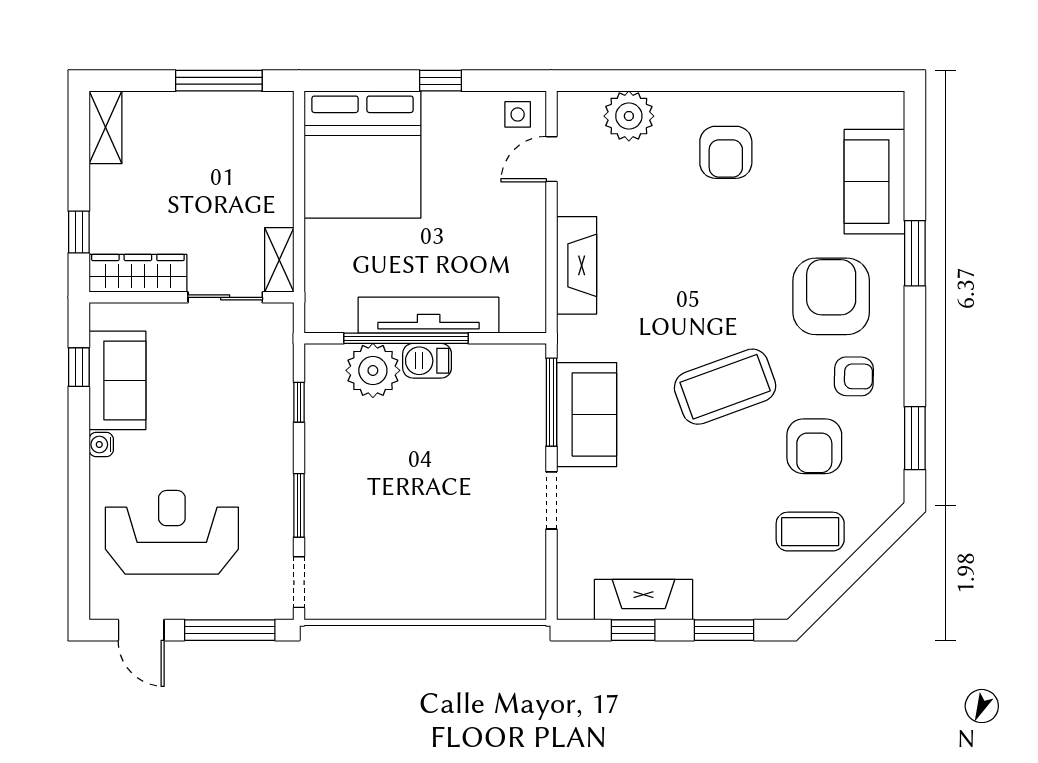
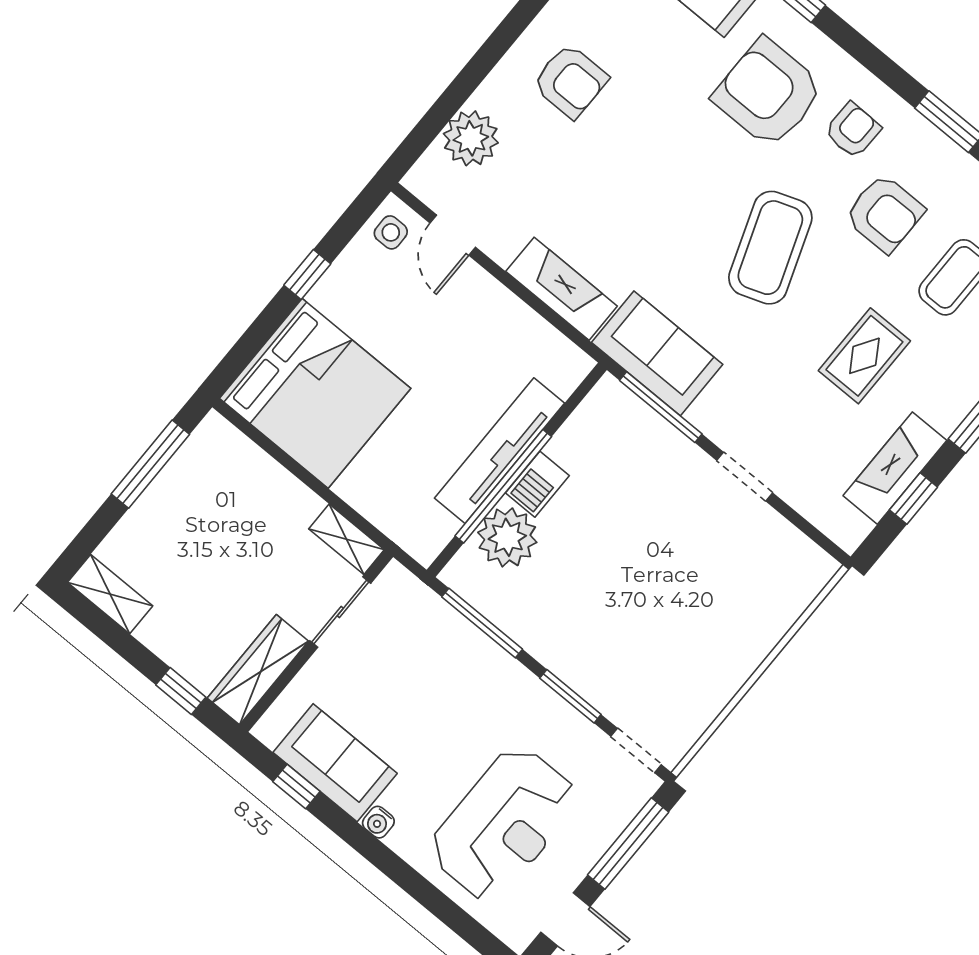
window: (299, 402) -> (482, 623), width x2.17
sofa: (587, 415) -> (657, 353), moved
rug: (704, 514) -> (864, 356), added
reception desk: (172, 532) -> (504, 824), turned 180

